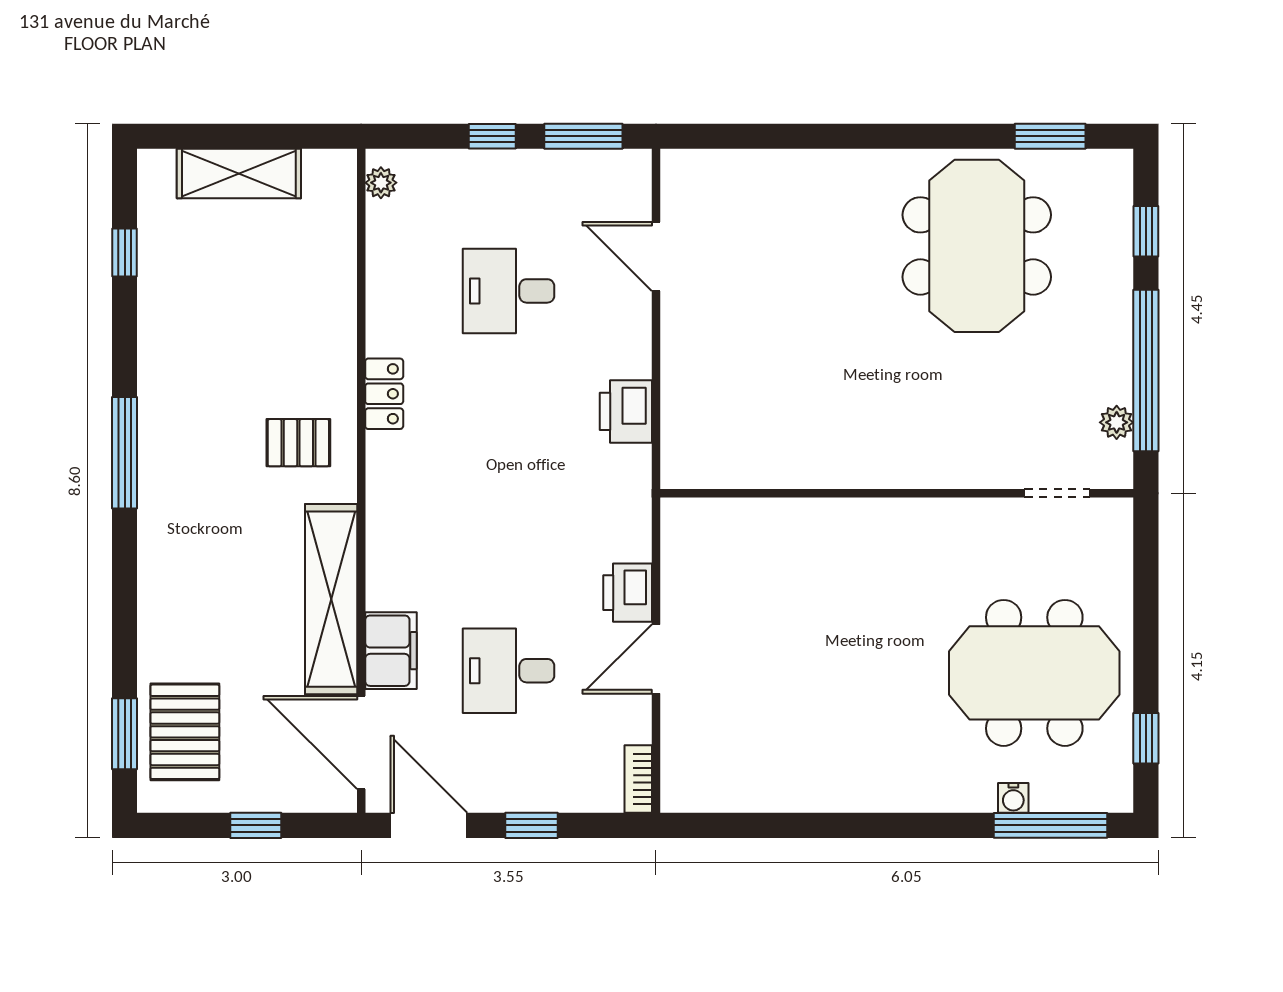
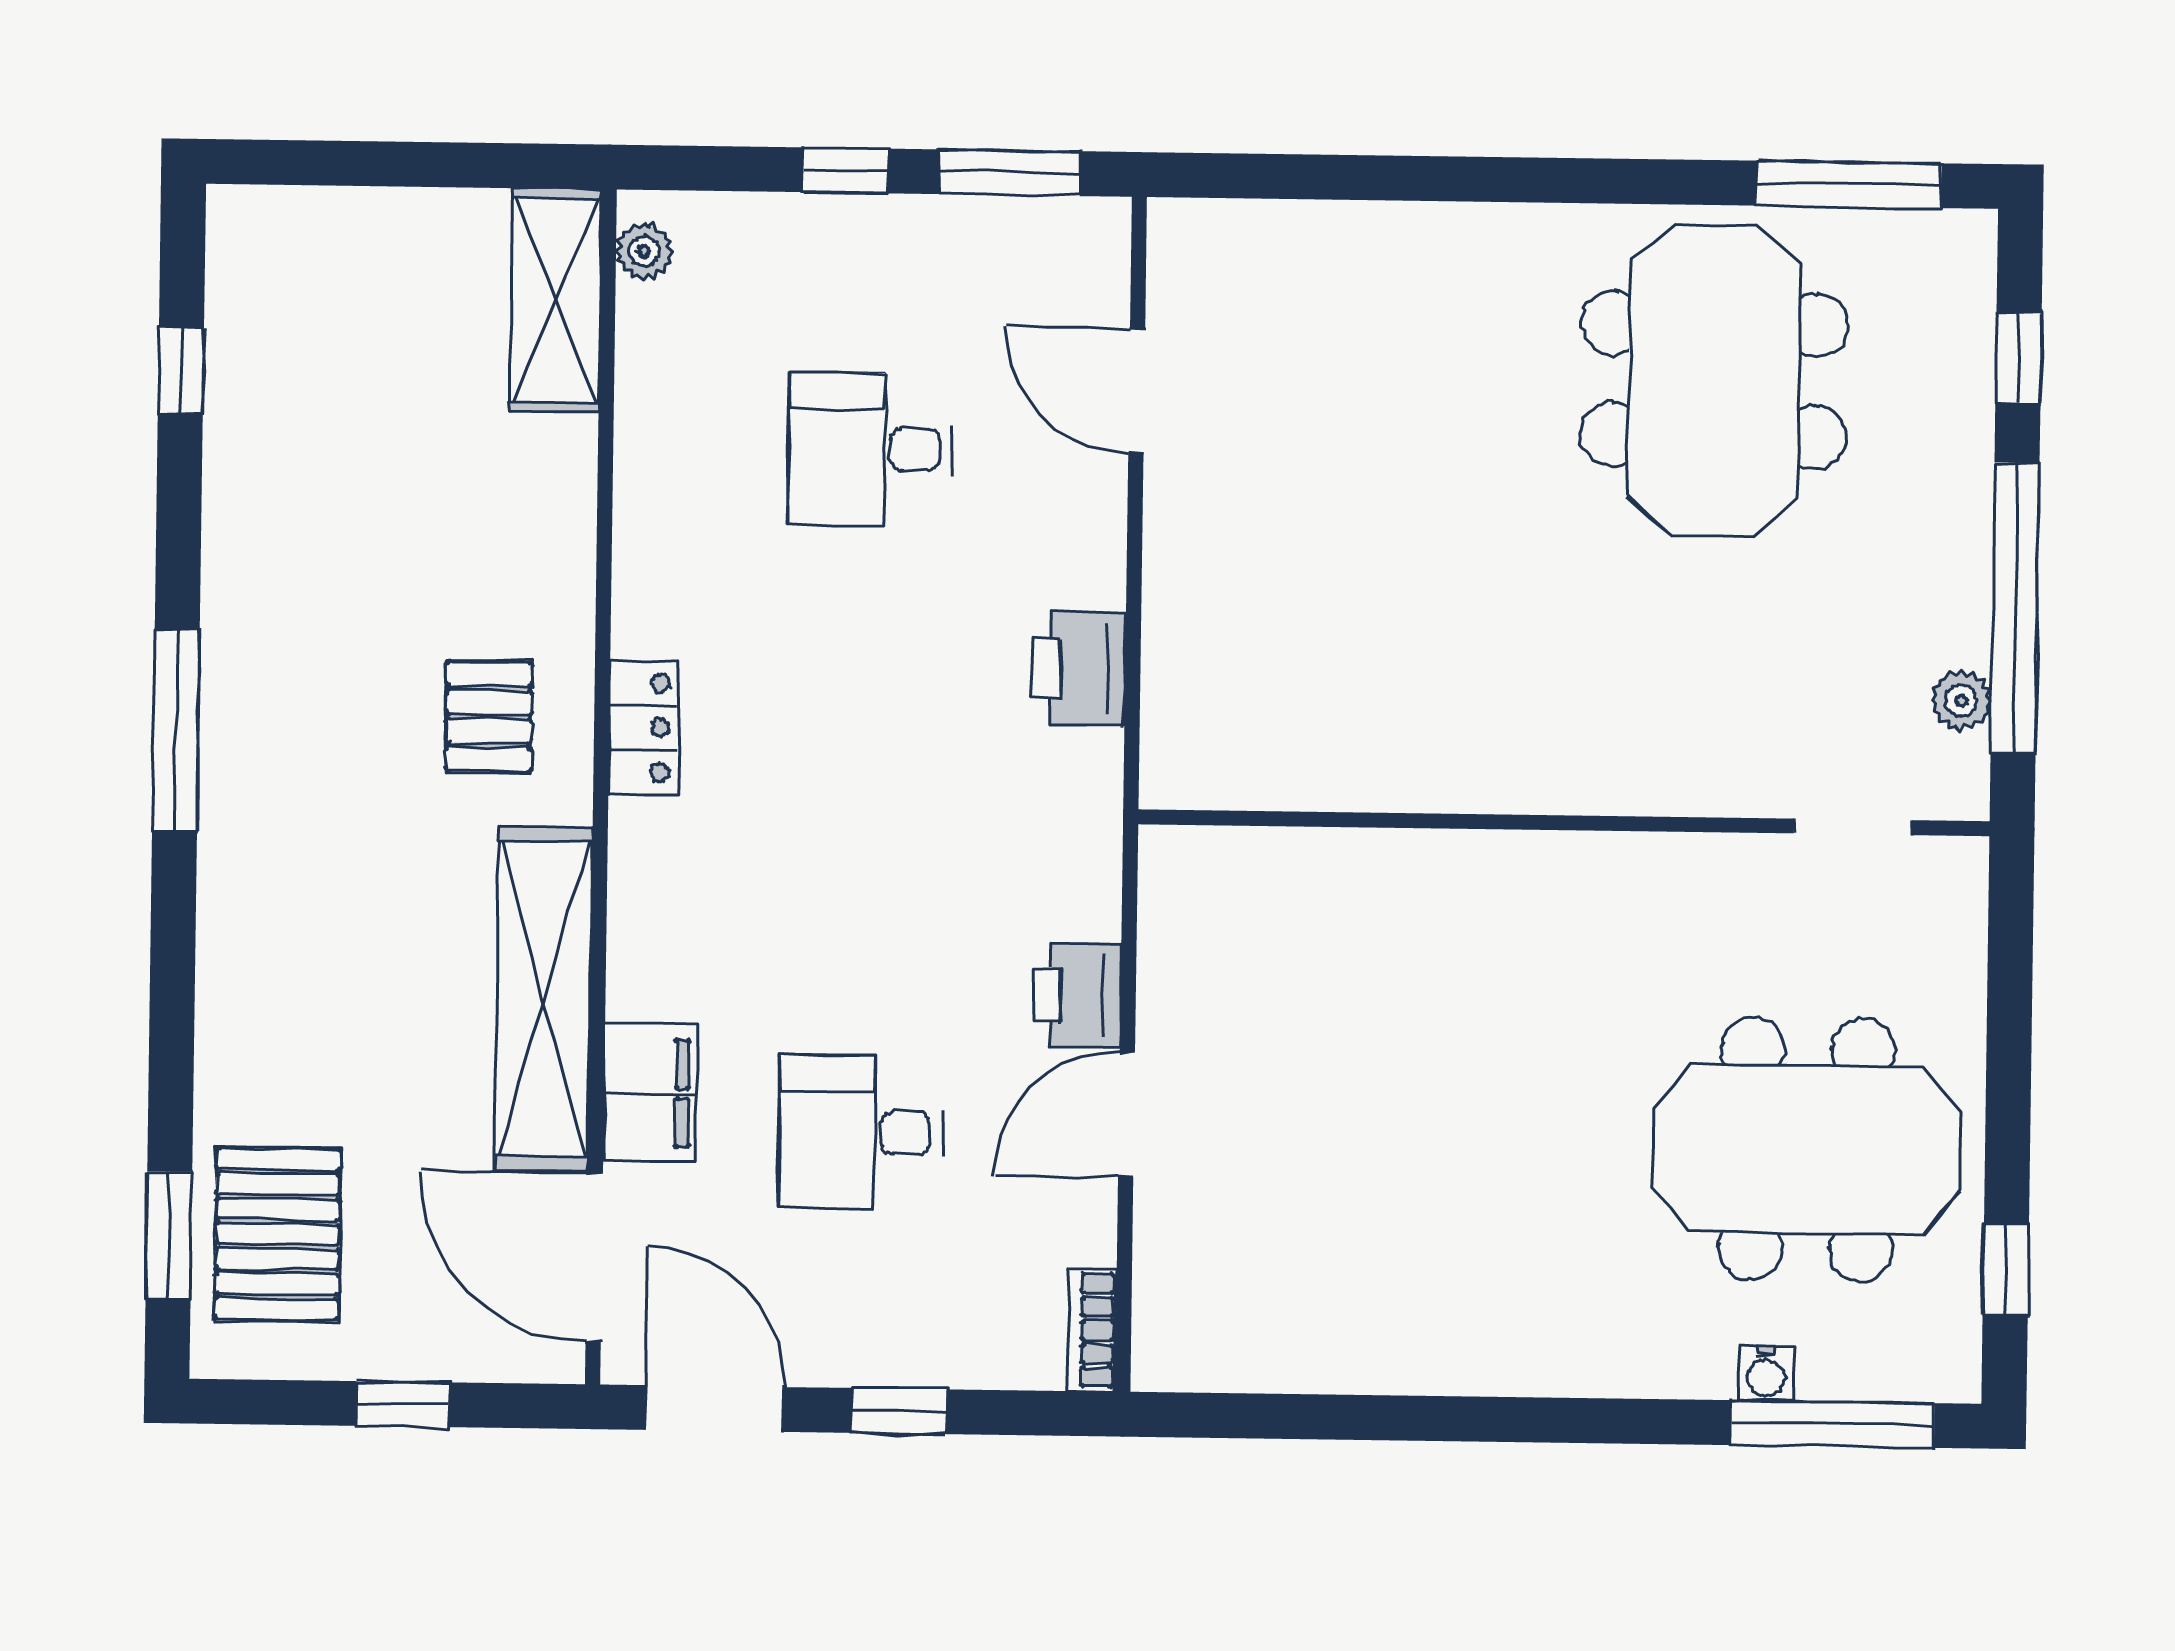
window: (1050, 136) -> (1849, 184), width x1.44
shelving: (239, 174) -> (556, 300), moved, turned 90
locker: (384, 394) -> (643, 727), moved
pallet: (298, 443) -> (489, 717), turned 90

